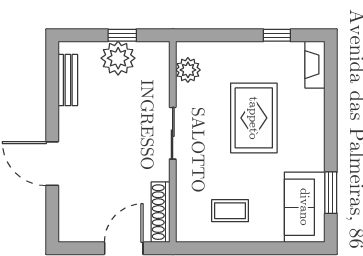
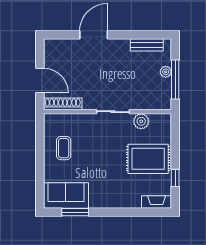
window: (122, 35) -> (175, 80), width x2.17
plant: (118, 58) -> (166, 72), width x0.53, depth x0.53
plant: (188, 70) -> (141, 121), moved
rug: (254, 118) -> (148, 159), moved

